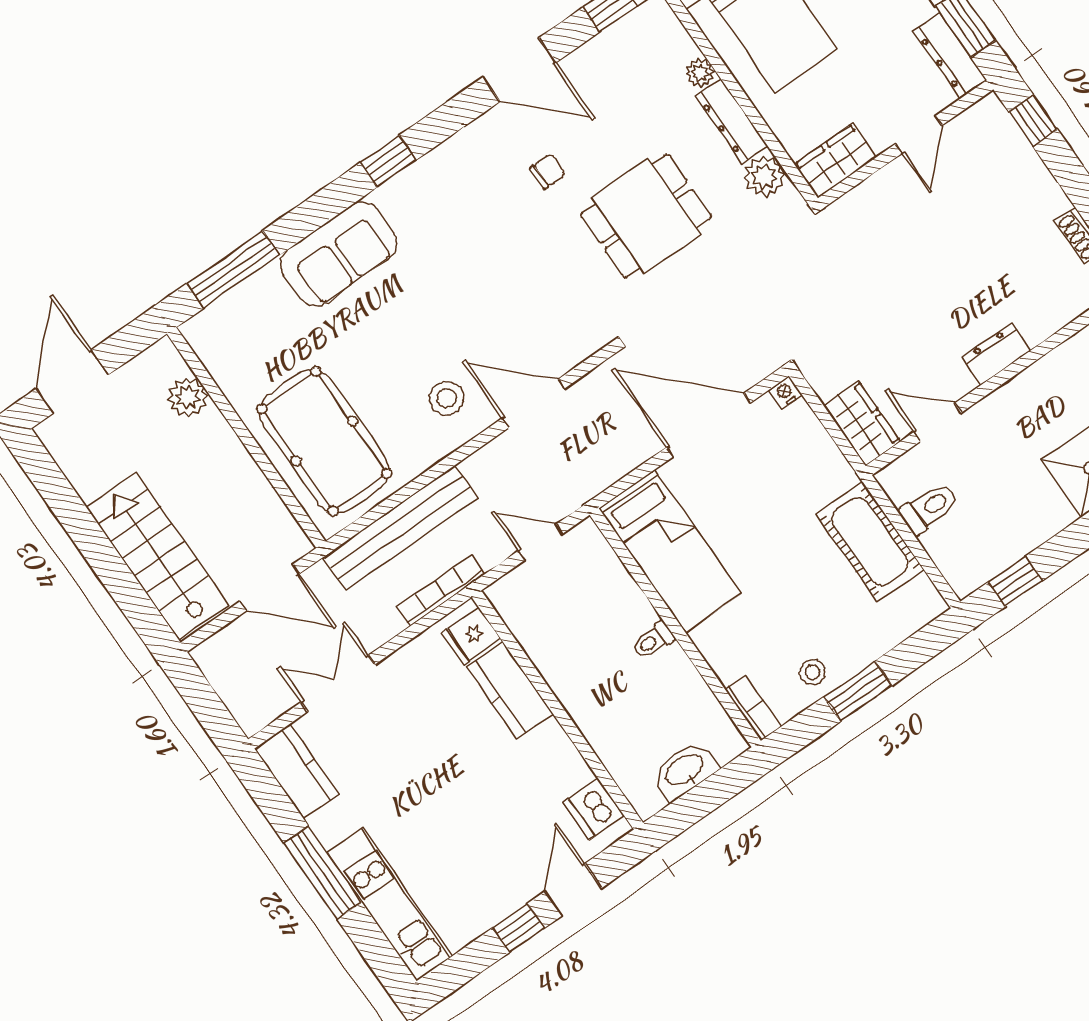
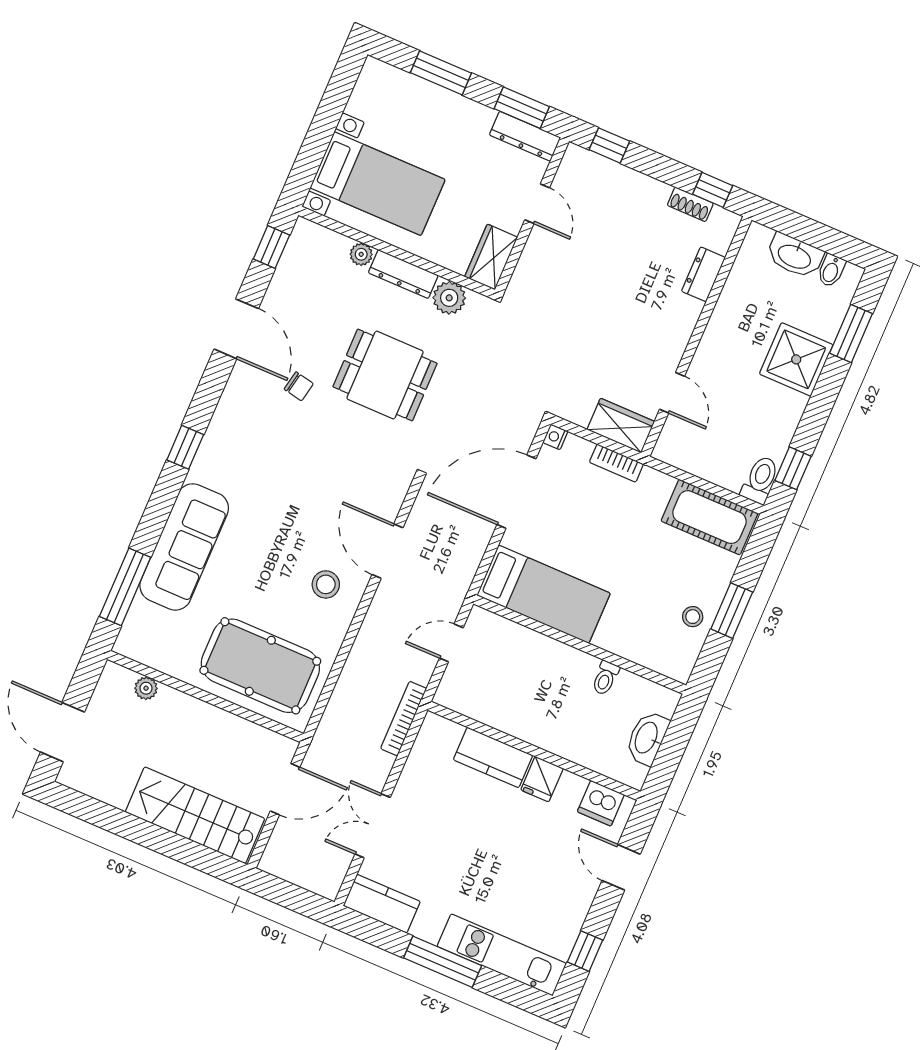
door: (519, 70) -> (236, 329), hinge flipped
chair: (548, 171) -> (299, 386), turned 101
dining table: (646, 216) -> (385, 375), turned 90
sofa: (339, 254) -> (184, 547), width x1.36
dresser: (996, 354) -> (703, 274), moved
plant: (188, 397) -> (146, 688), width x0.73, depth x0.73
door: (533, 403) -> (388, 551), hinge flipped
door: (937, 422) -> (672, 393), swing flipped
toilet: (929, 508) -> (760, 480), moved
bench: (400, 528) -> (349, 693), removed
cot: (870, 542) -> (709, 517), moved
fridge: (471, 636) -> (542, 779), moved
toilet: (653, 641) -> (605, 678), moved
bookcase: (753, 708) -> (616, 463), moved, turned 180
window: (519, 928) -> (585, 951), moved

